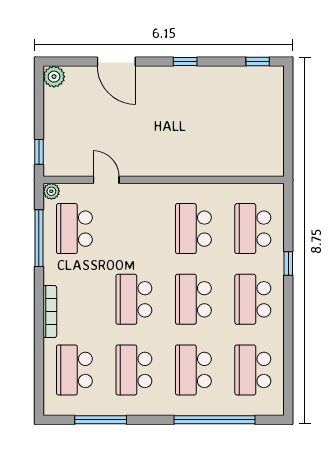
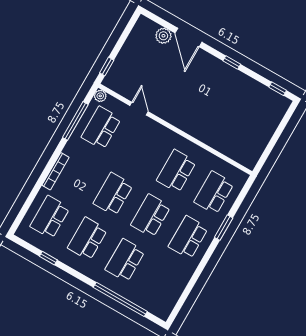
plant: (54, 77) -> (163, 36), moved
window: (288, 264) -> (224, 228), width x1.50
school desk: (253, 370) -> (163, 282), removed
window: (101, 420) -> (48, 258), width x0.46

